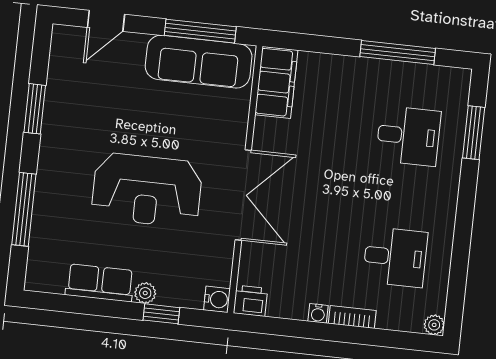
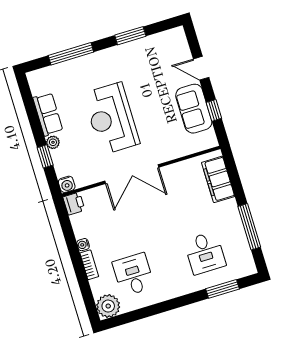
door: (106, 21) -> (201, 68), moved
window: (200, 31) -> (214, 110), width x0.46
sofa: (199, 62) -> (194, 109), width x0.73
filing cabinet: (276, 82) -> (218, 179), moved, turned 90
desk: (395, 257) -> (133, 275), turned 180
plant: (434, 325) -> (108, 306), width x1.87, depth x1.87

